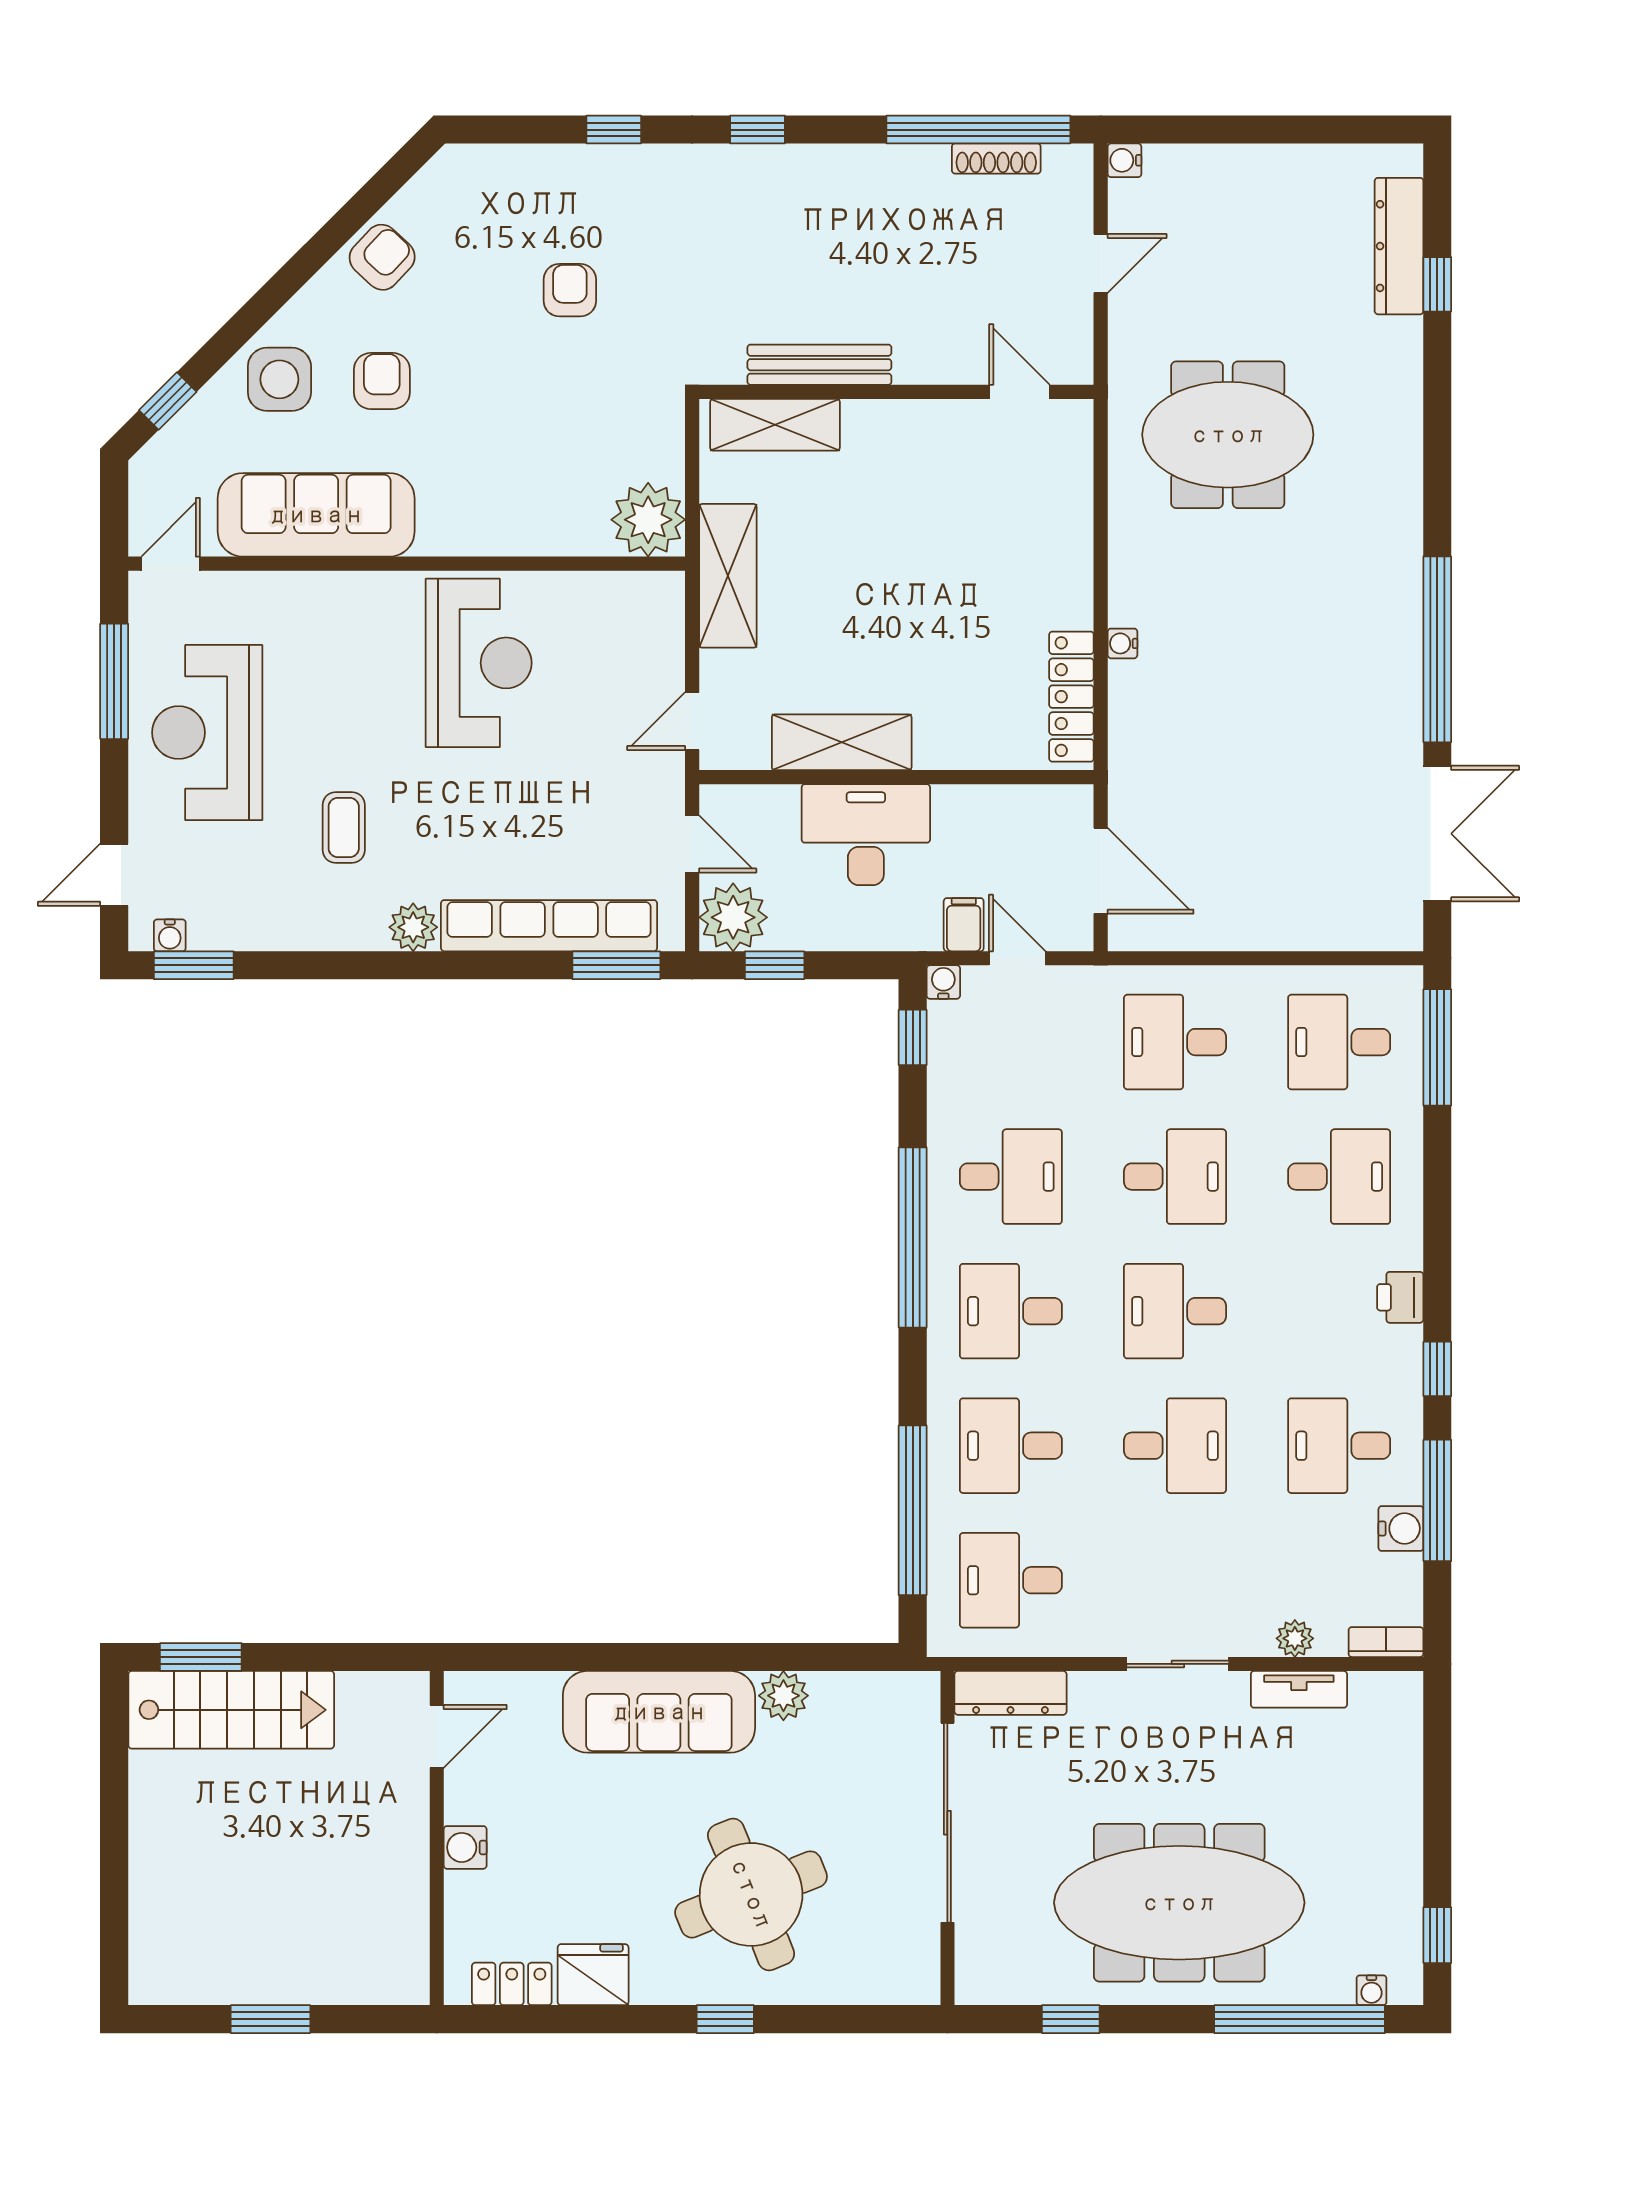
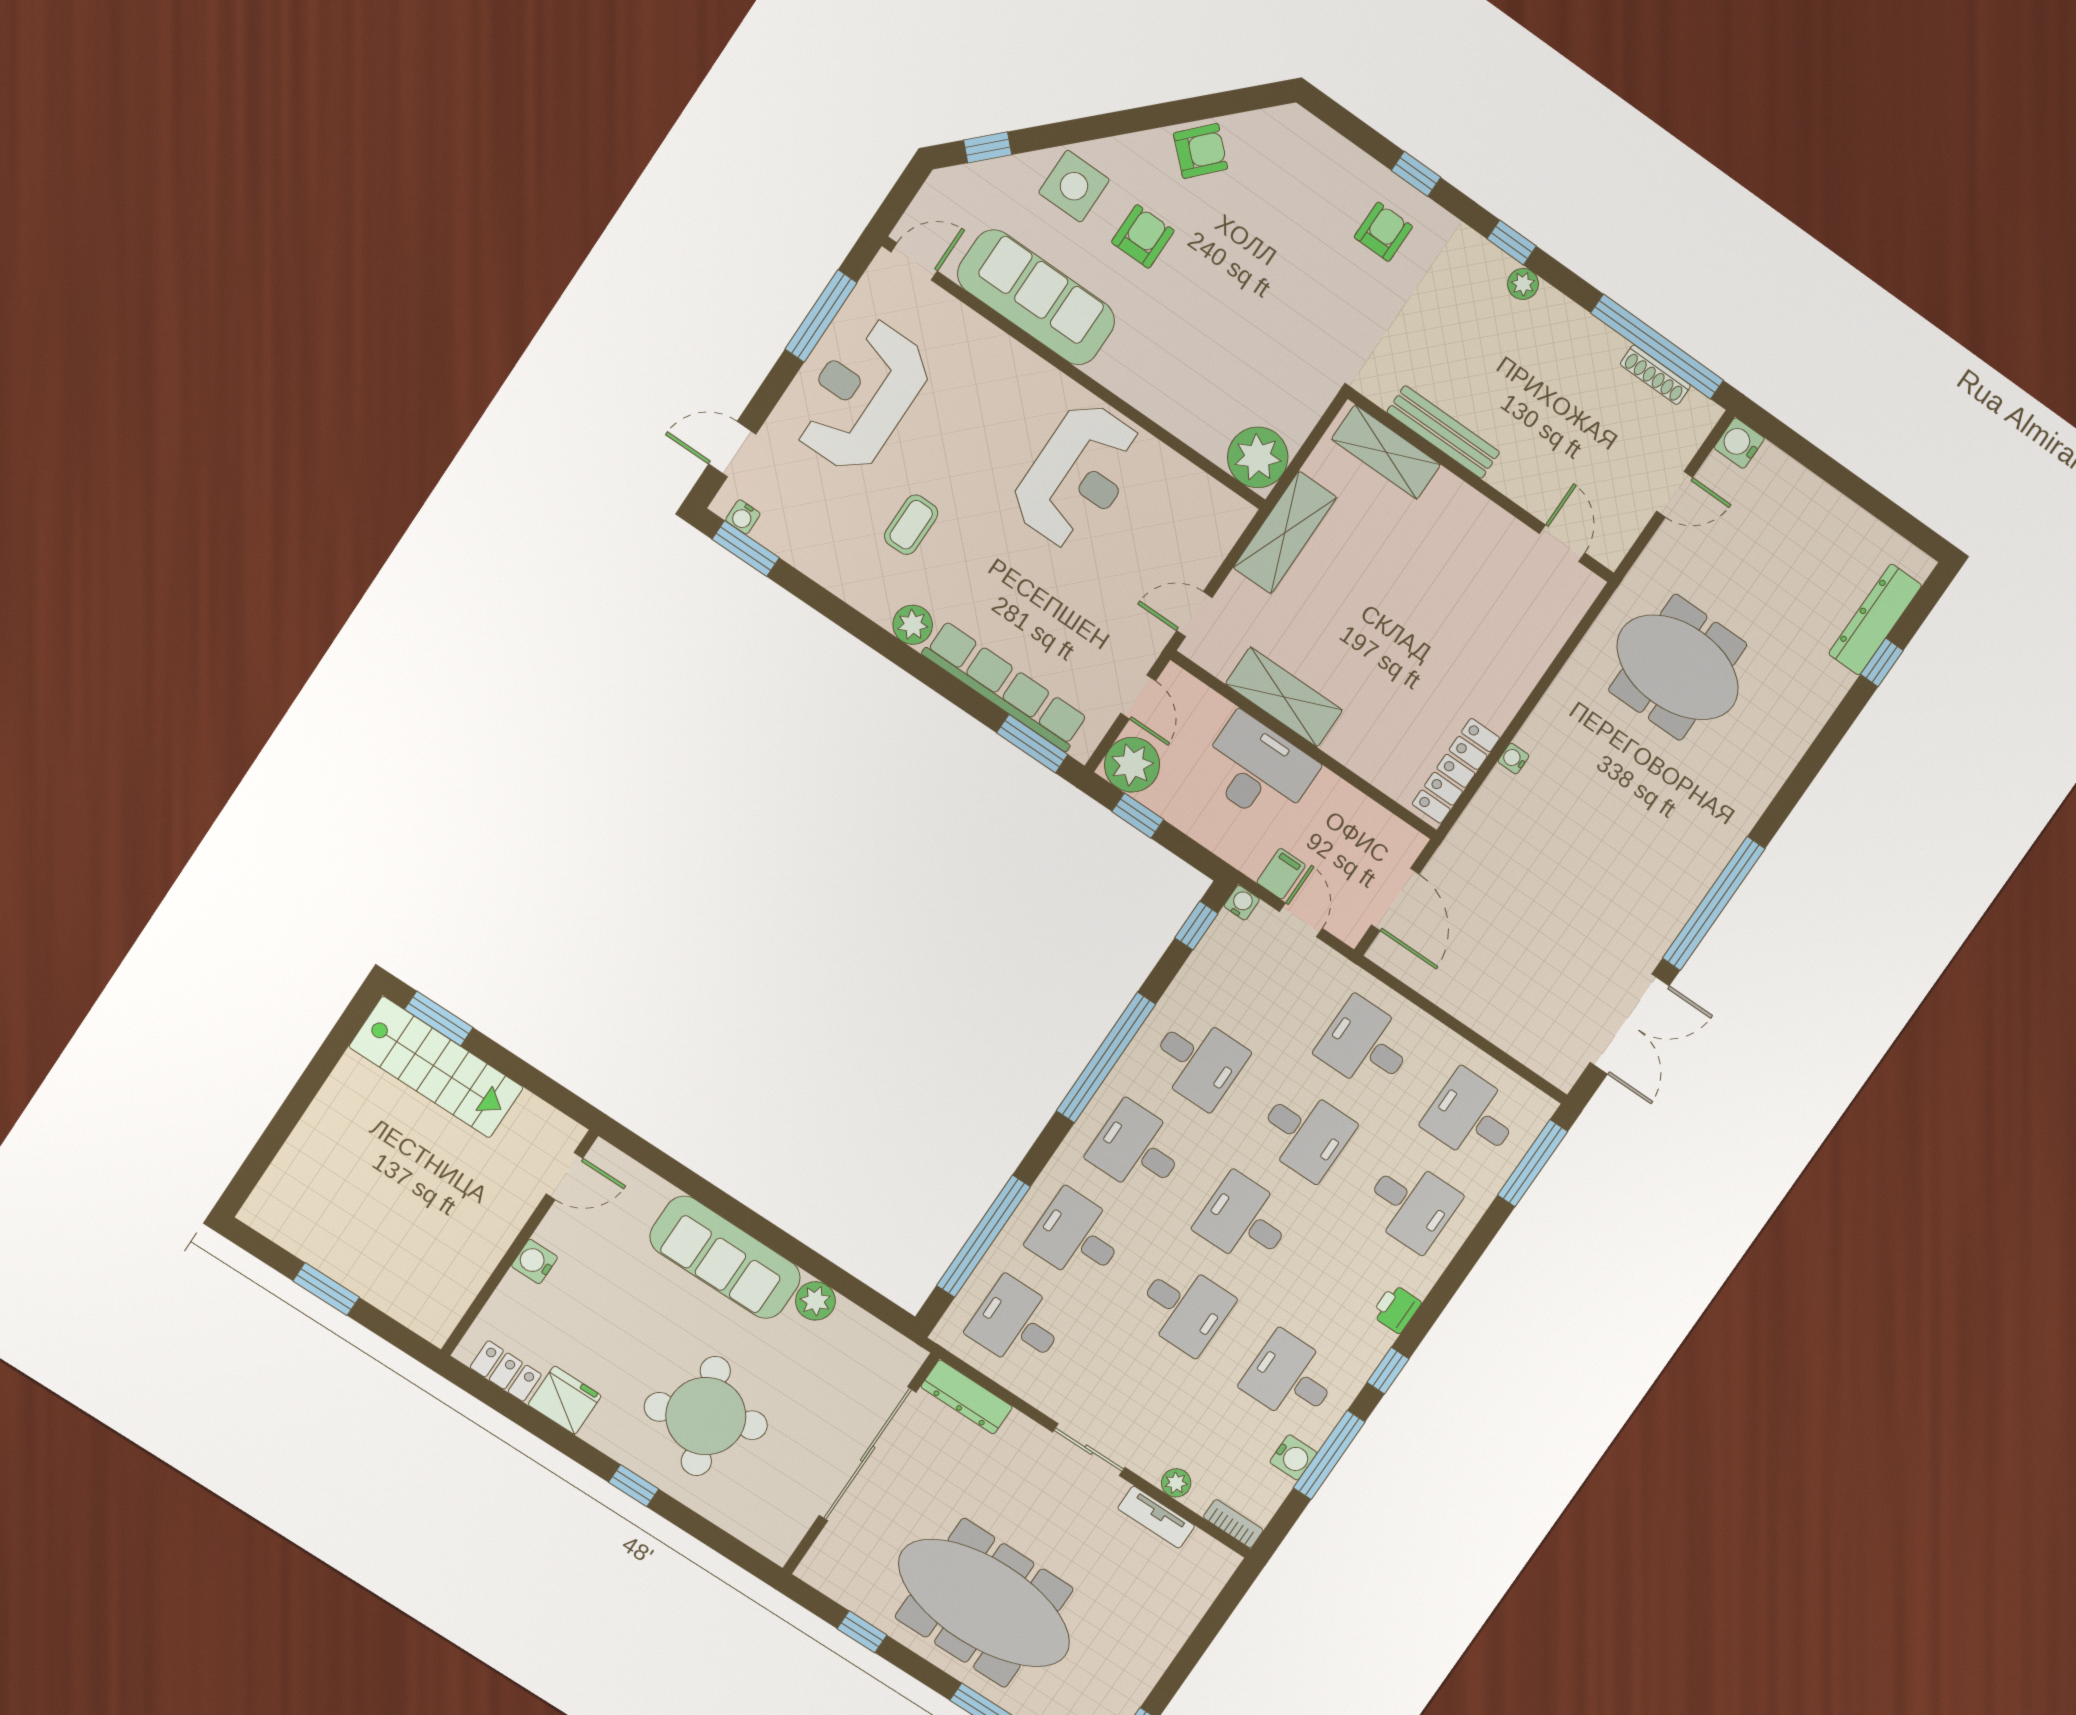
water cooler: (1125, 160) -> (1739, 443), width x1.38, depth x1.38
plant: (798, 162) -> (1523, 284), added
armchair: (570, 290) -> (1383, 232), moved

